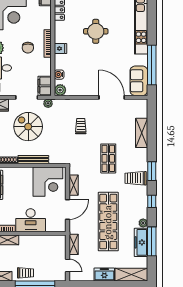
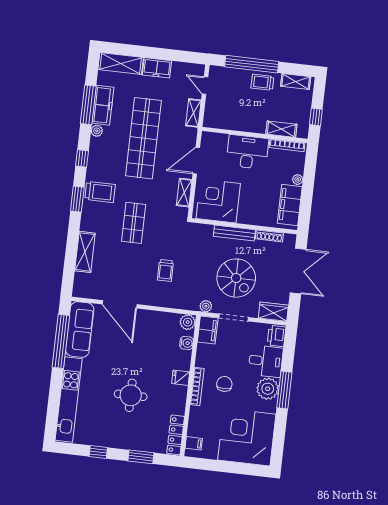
sofa: (139, 81) -> (80, 330), width x1.36

